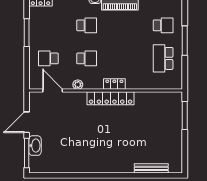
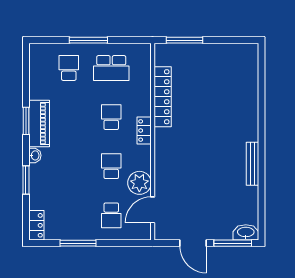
school desk: (87, 25) -> (111, 117), moved
plant: (78, 85) -> (139, 183), width x1.88, depth x1.88
locker: (111, 98) -> (163, 97), moved
washbasin: (35, 146) -> (246, 232), moved
bench: (151, 168) -> (252, 164), moved

